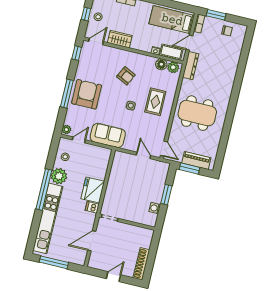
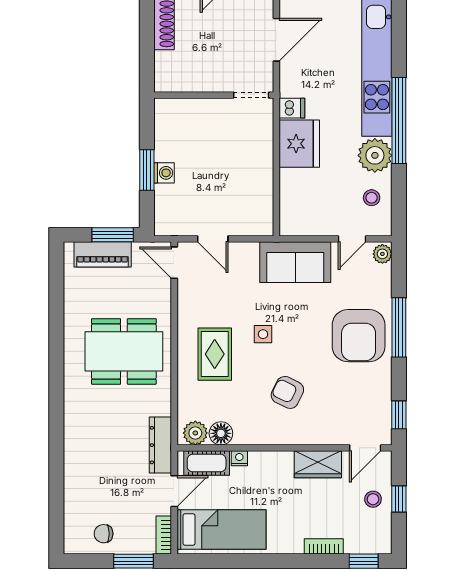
washing machine: (155, 208) -> (164, 173), moved

